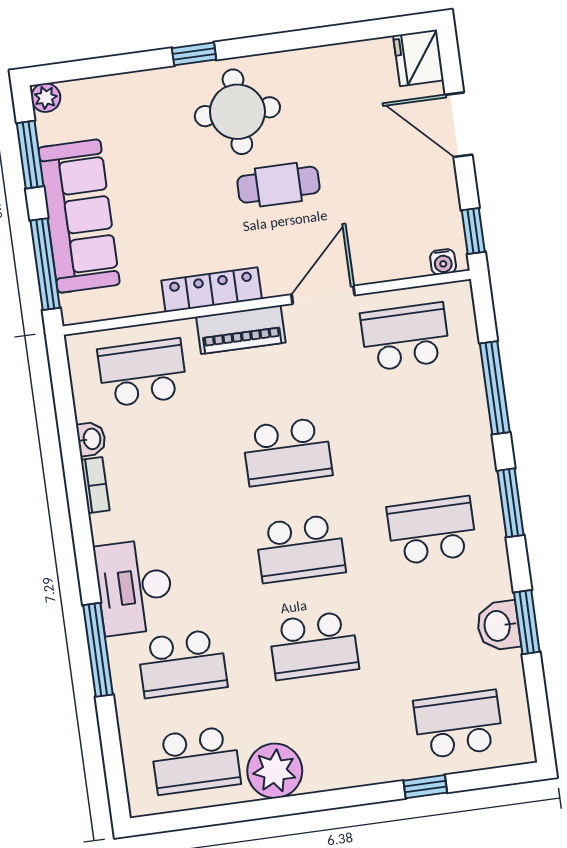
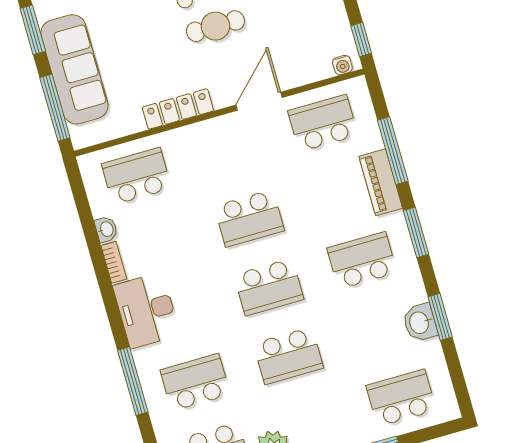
piano: (241, 330) -> (381, 182), moved, turned 90
desk: (134, 587) -> (146, 310), moved
school desk: (182, 663) -> (195, 382), turned 180

